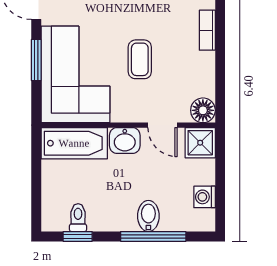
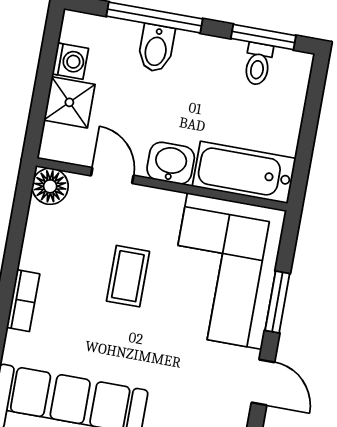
shower: (200, 143) -> (69, 102), moved
window: (78, 236) -> (263, 37), width x1.50

